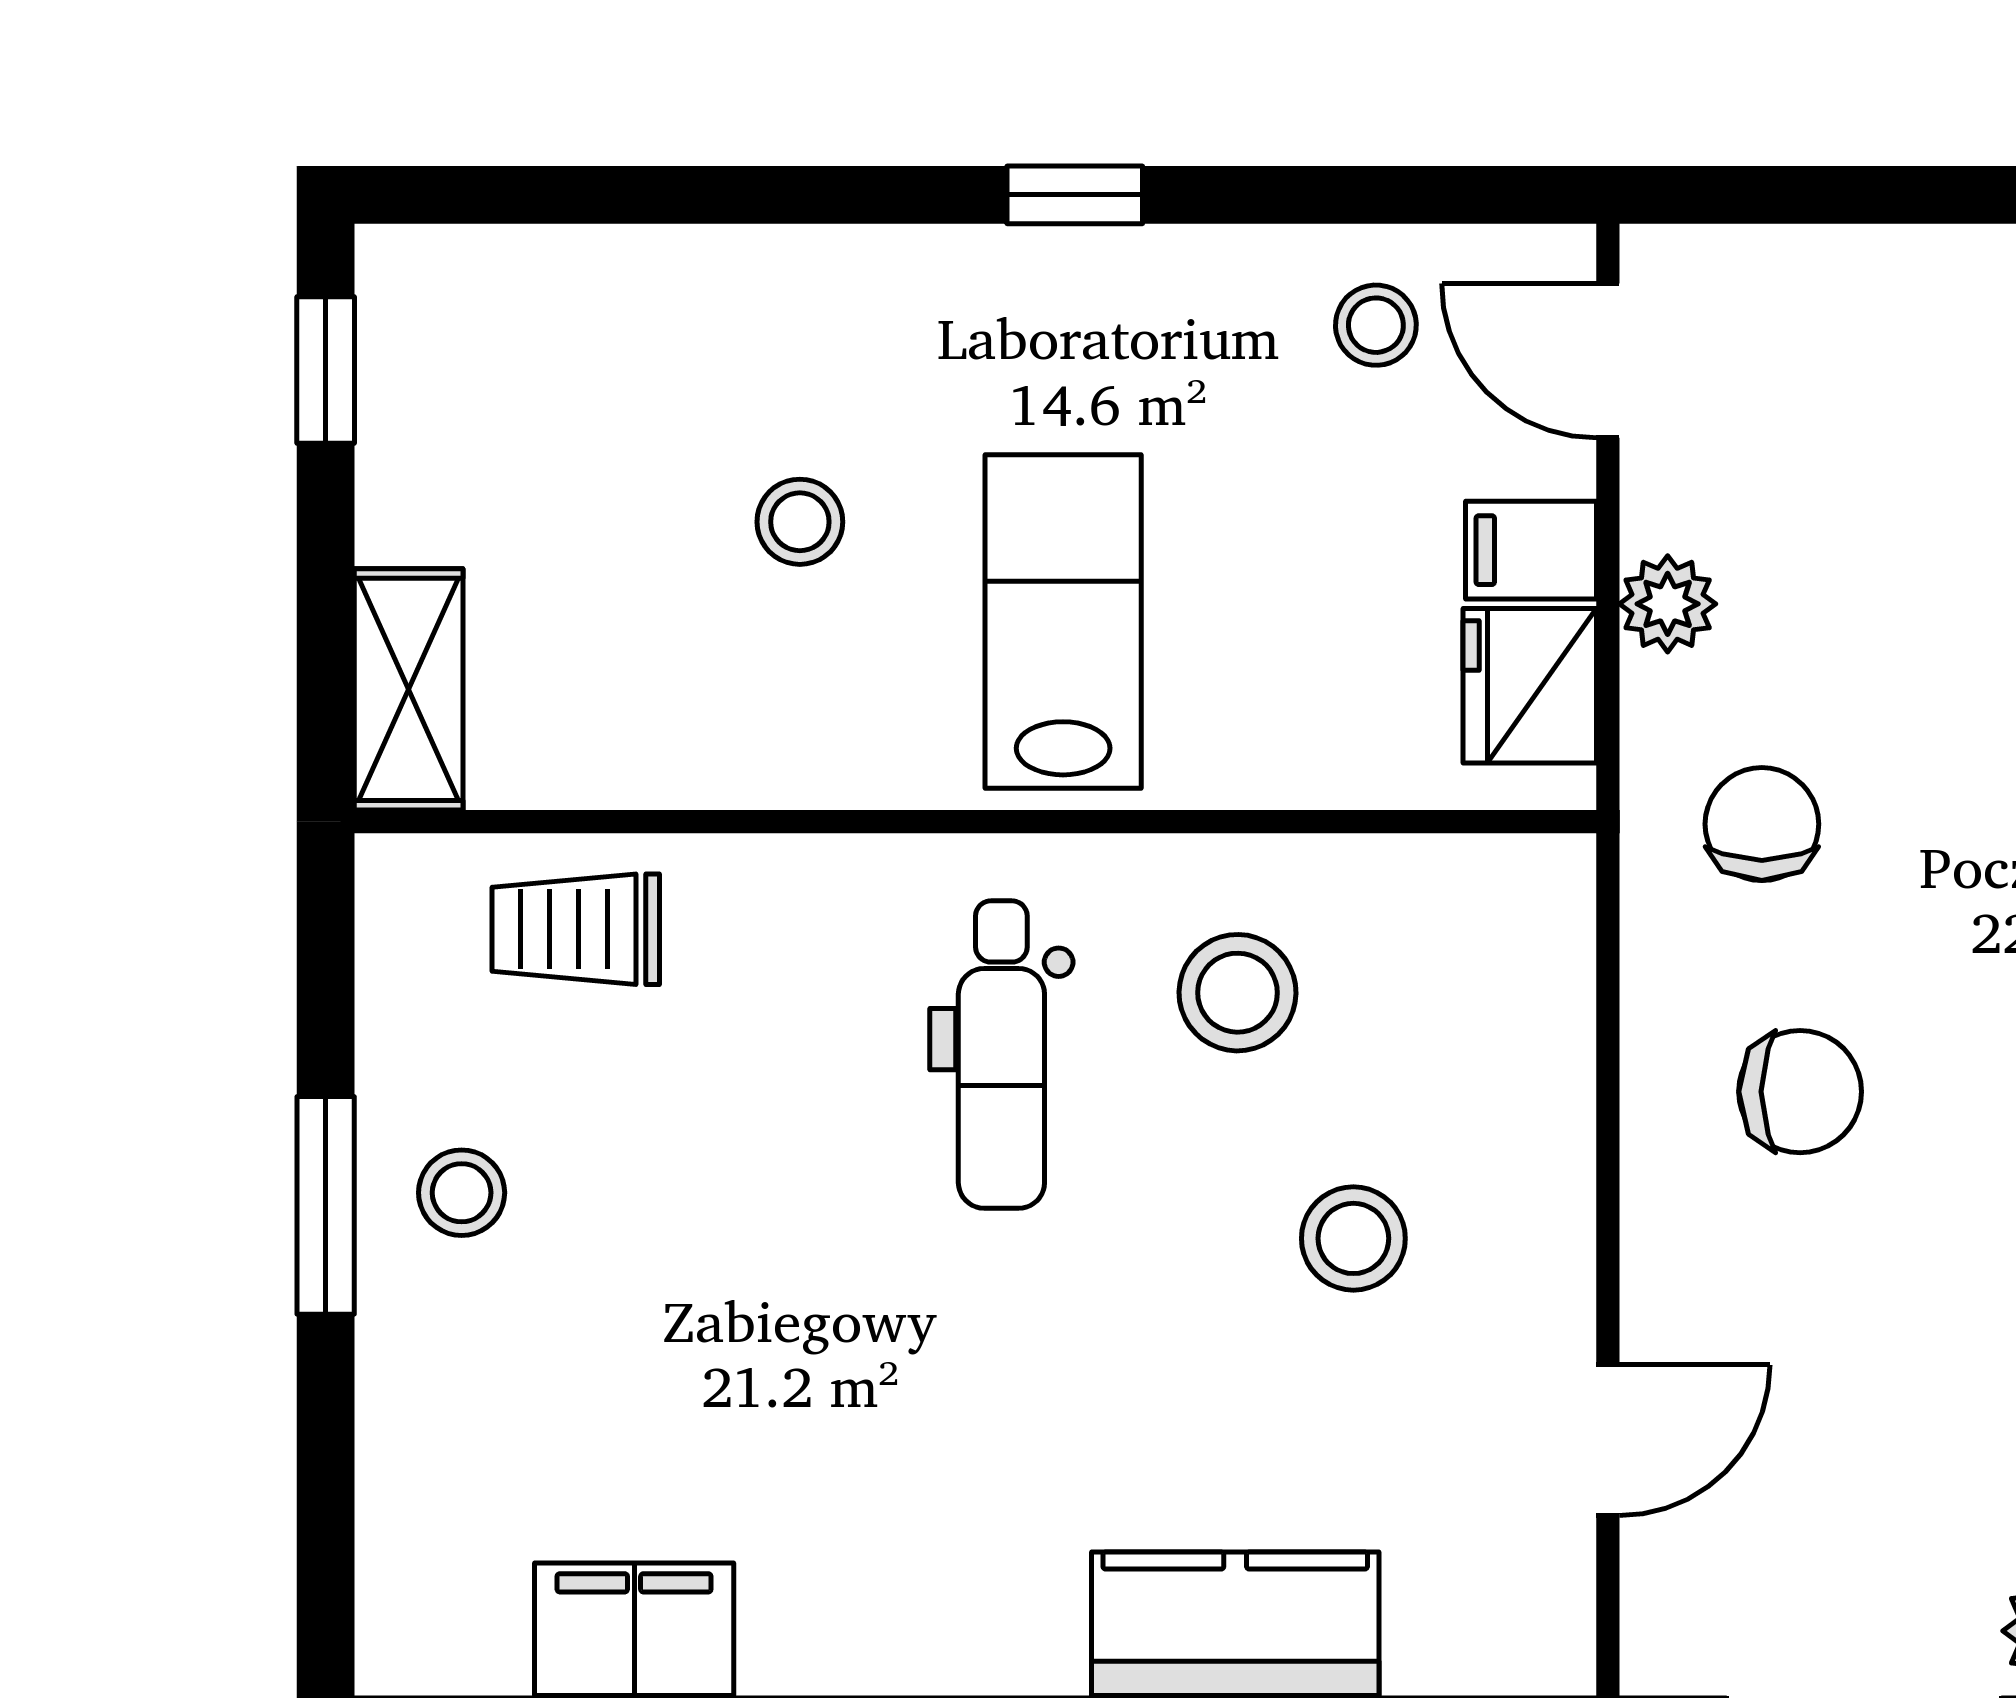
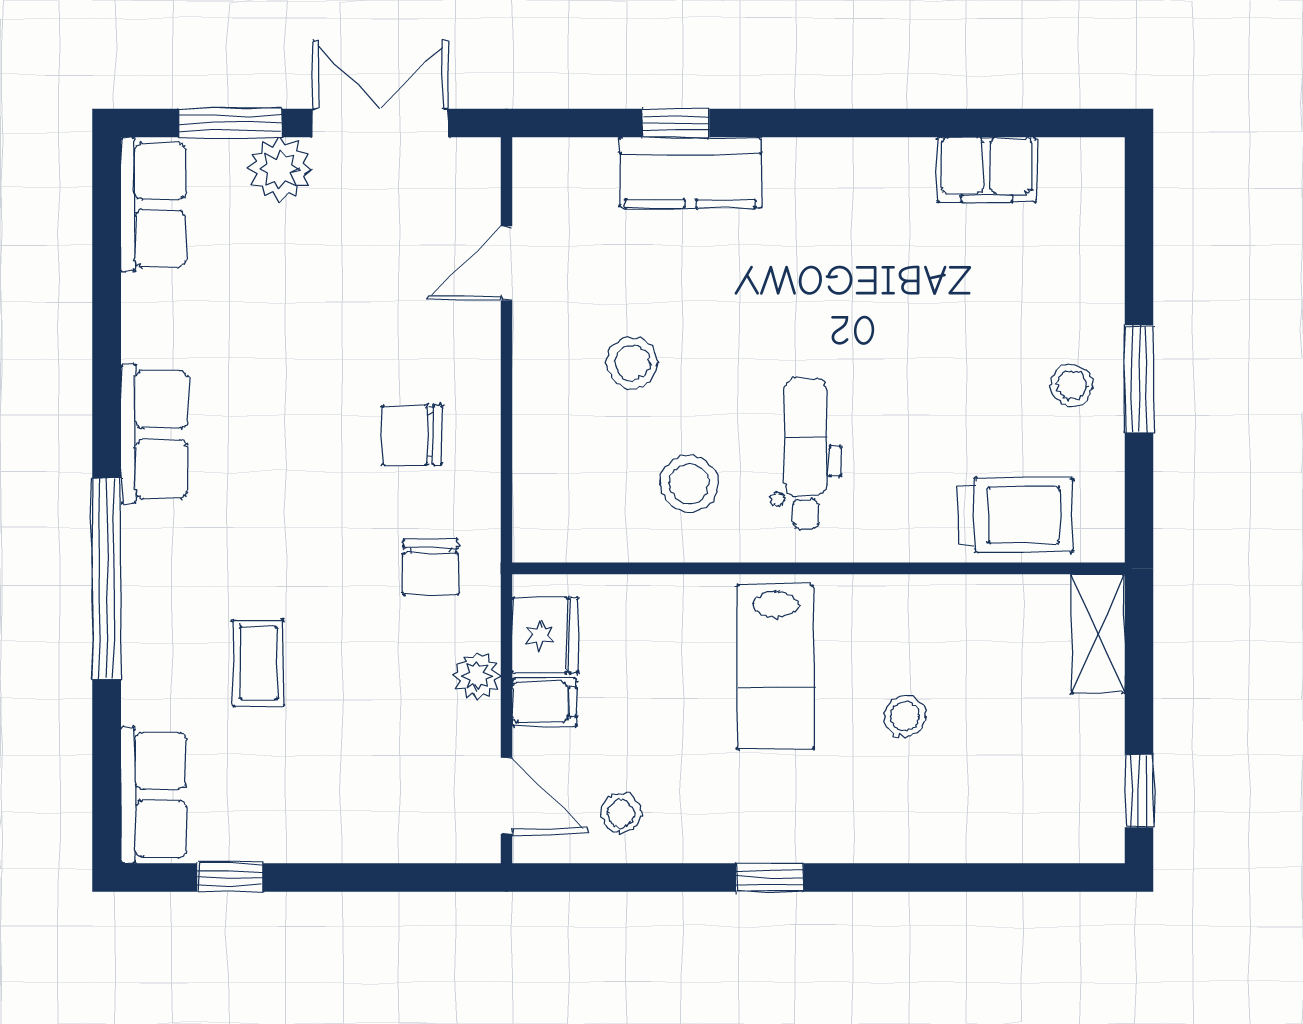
trolley: (576, 929) -> (1016, 515), width x1.36, depth x1.39

